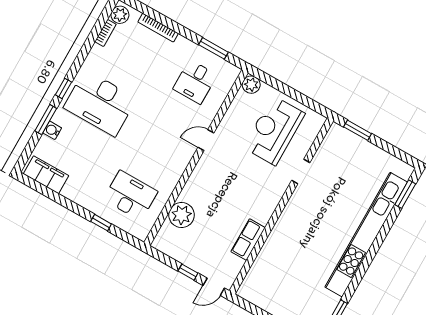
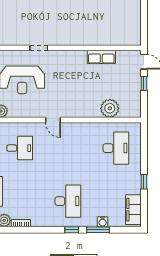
desk: (100, 103) -> (68, 201), width x0.73, depth x0.77
desk: (130, 196) -> (116, 148), turned 180
window: (101, 223) -> (144, 182), moved

